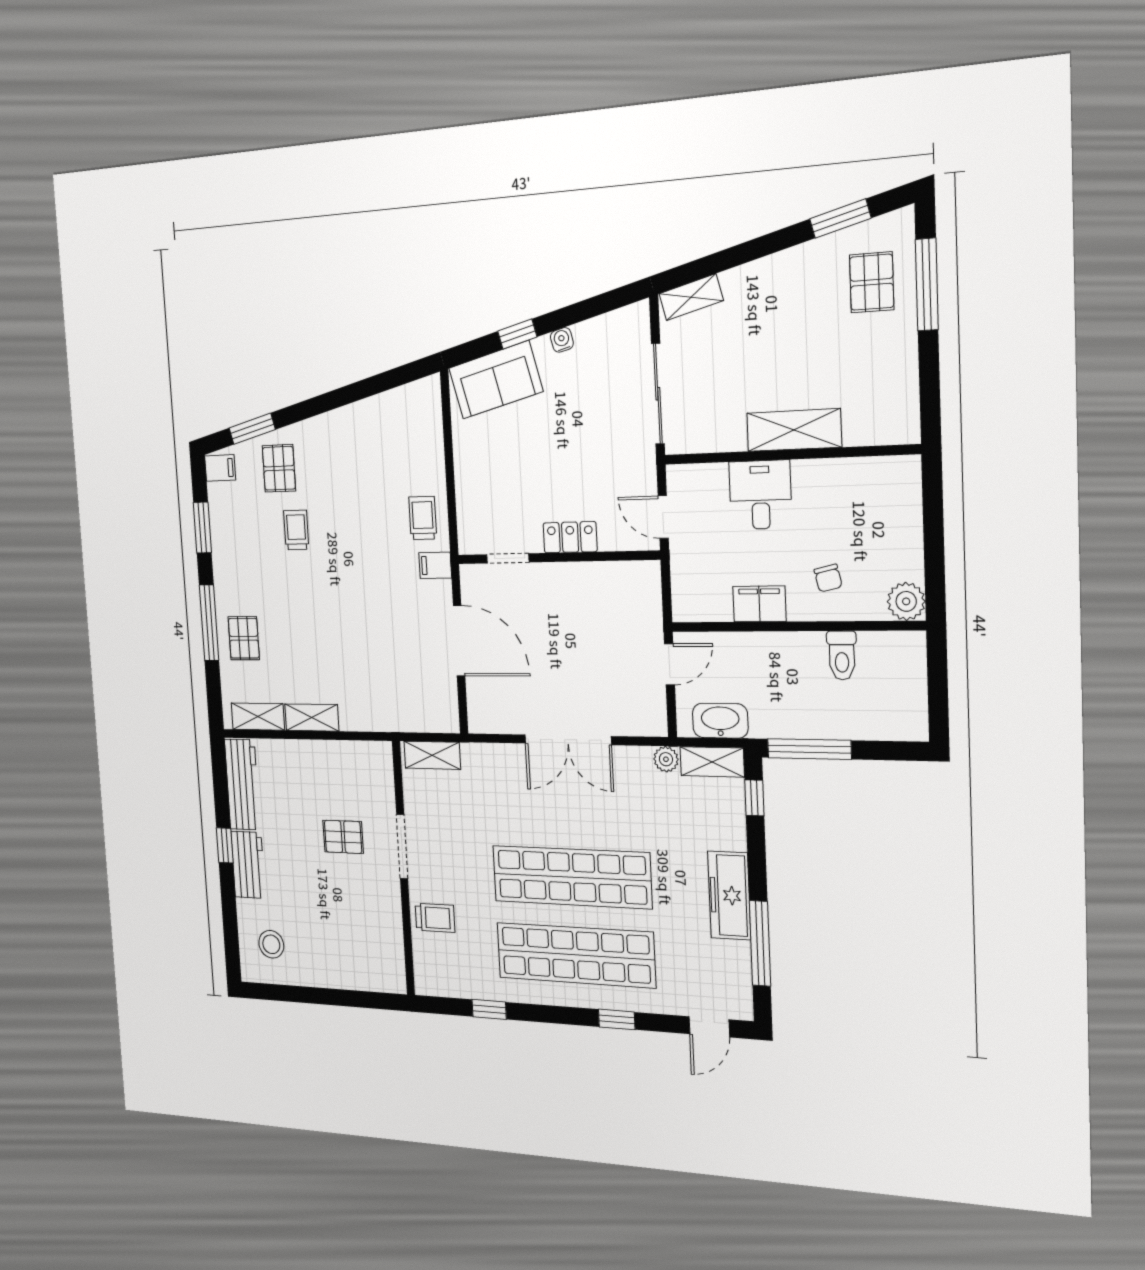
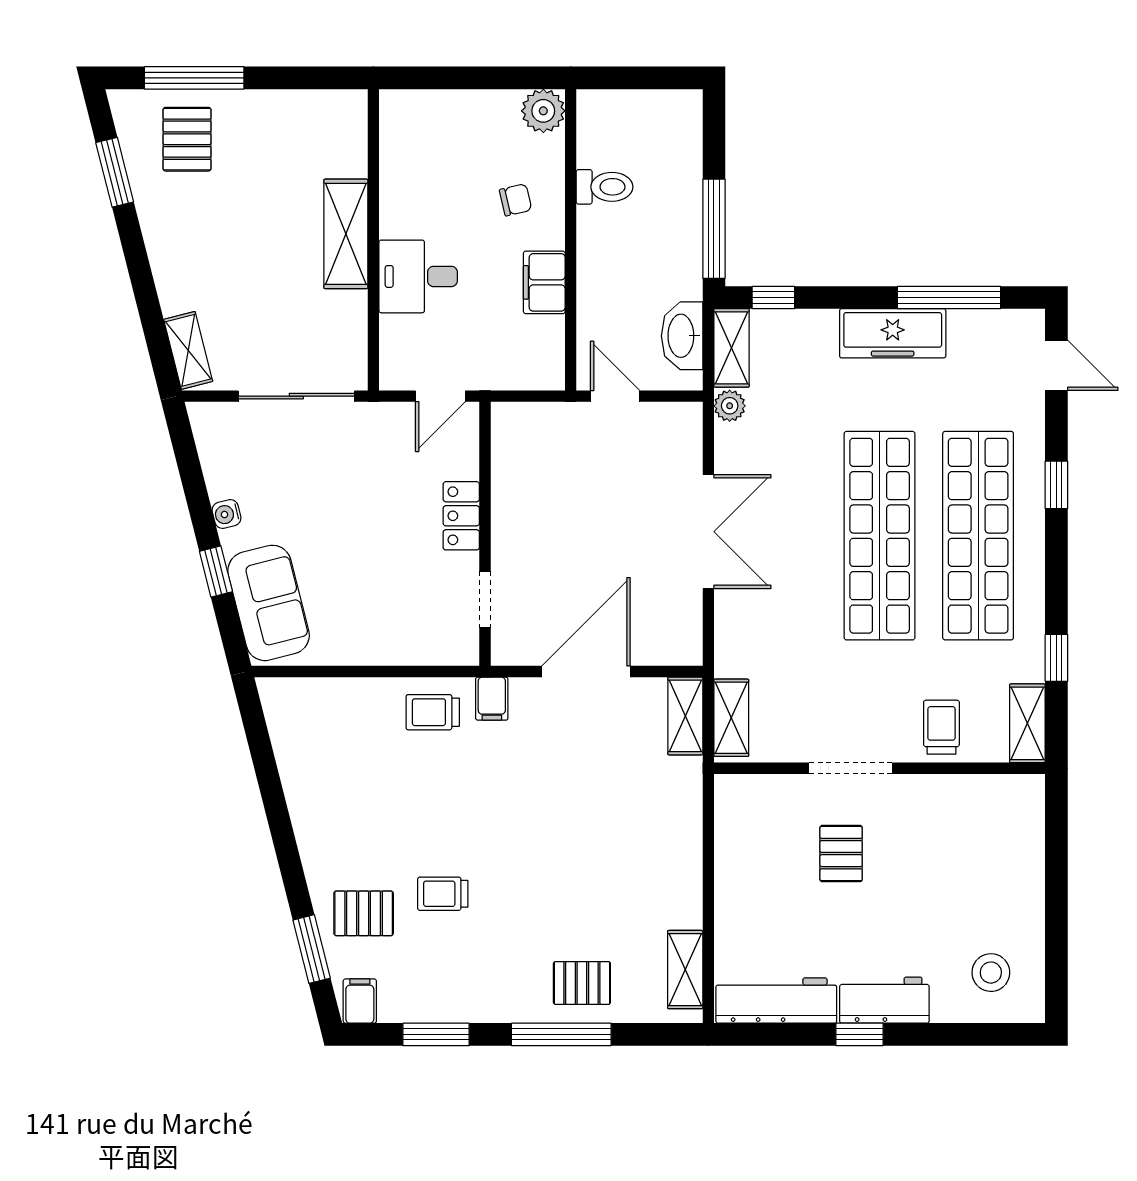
pallet: (872, 282) -> (187, 139), turned 90
shelving: (312, 717) -> (685, 716), moved
shelving: (442, 984) -> (1027, 723), added

